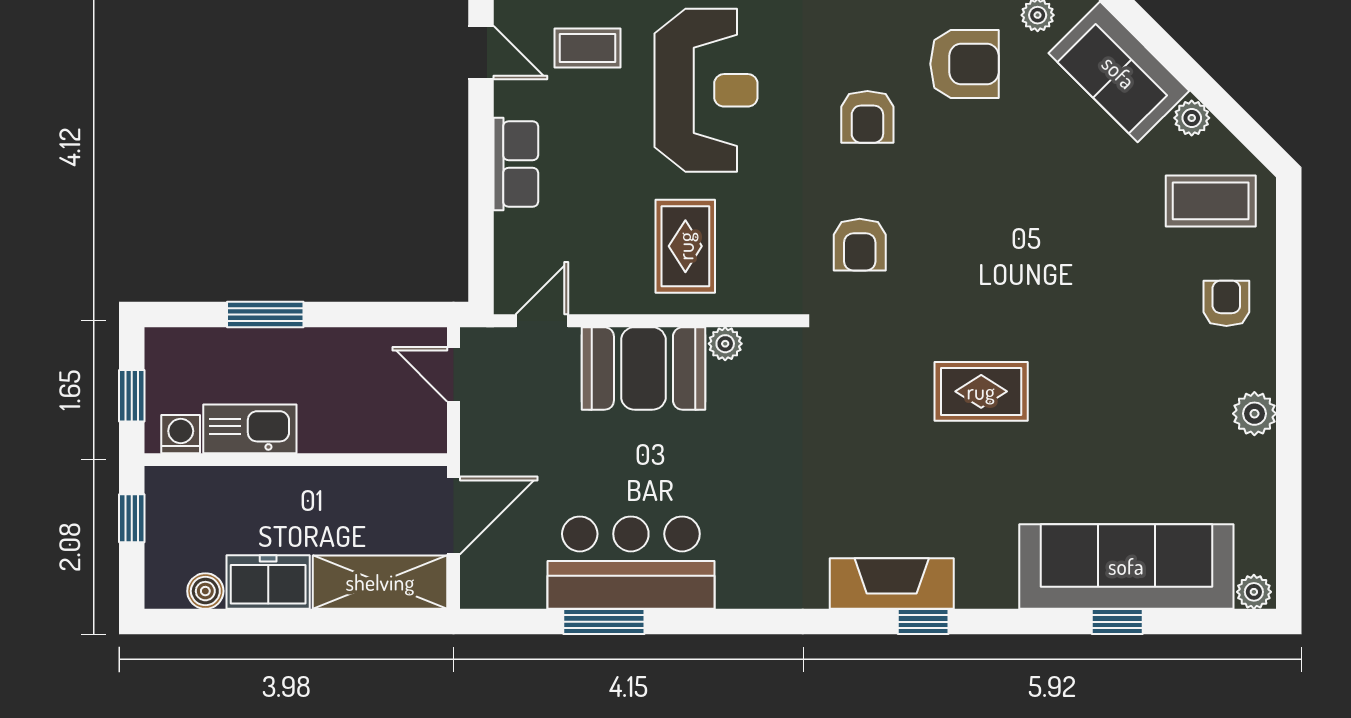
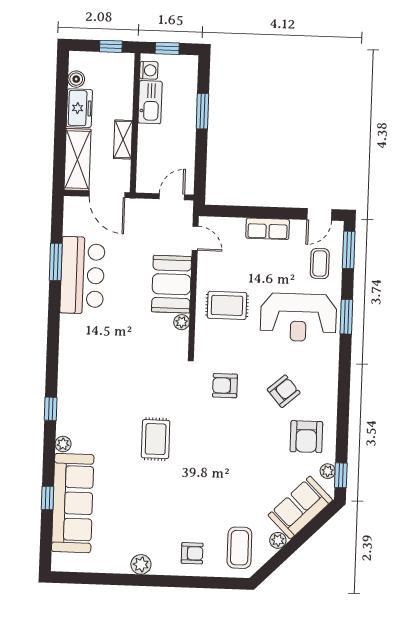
armchair: (867, 117) -> (284, 391), turned 139
shelving: (333, 485) -> (123, 139), added
fireplace: (892, 584) -> (69, 395), removed
plant: (1254, 592) -> (63, 444), moved

